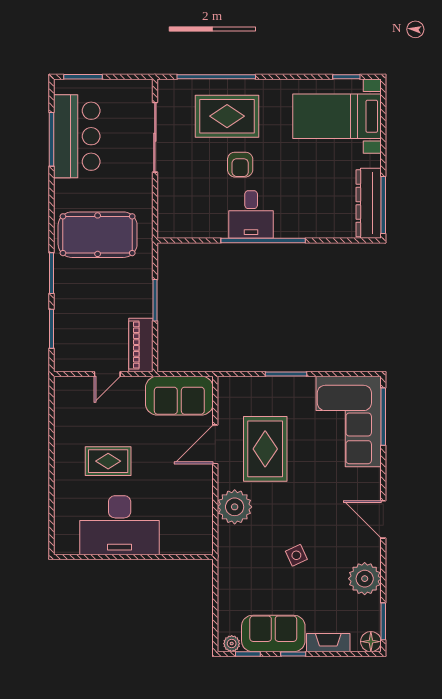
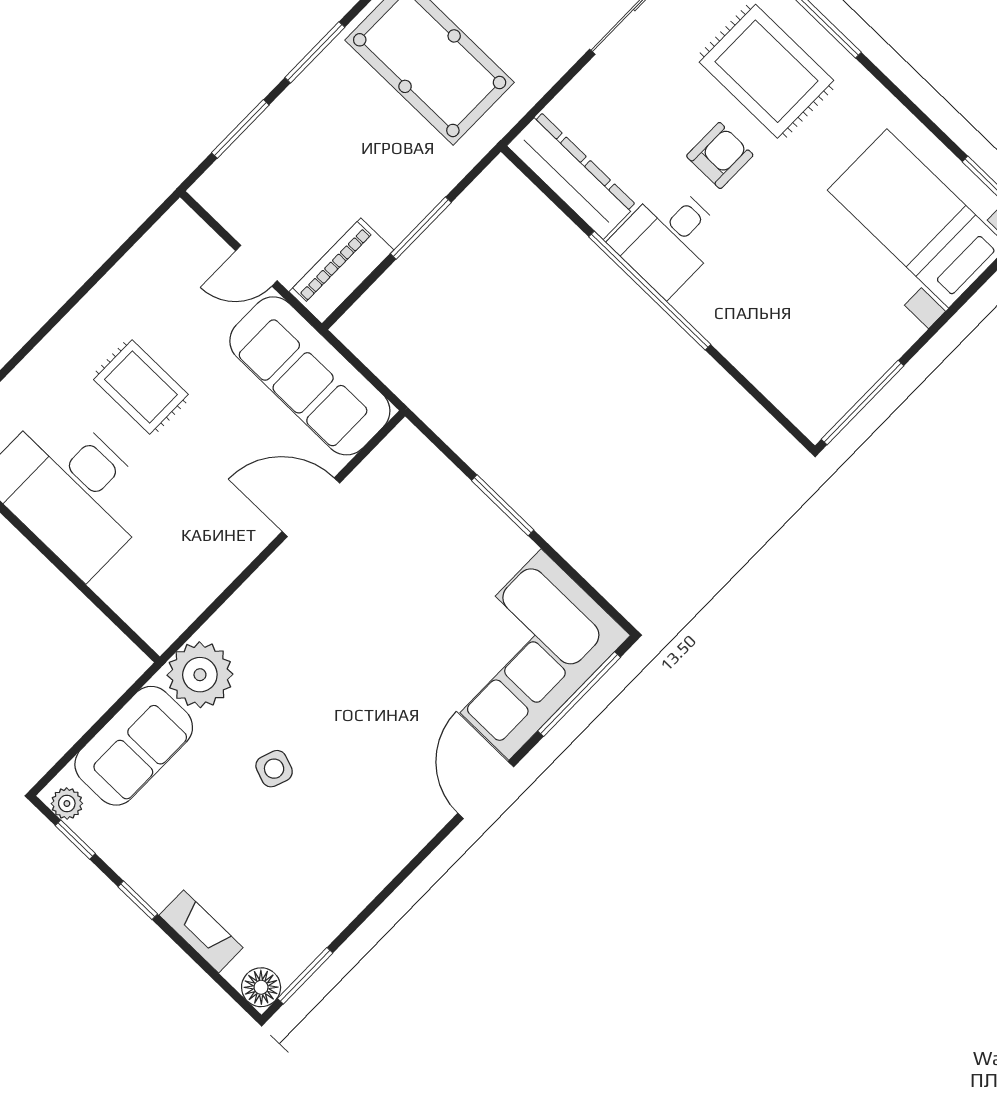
armchair: (240, 165) -> (720, 155), turned 180
dresser: (369, 203) -> (572, 176), moved, turned 90
sofa: (179, 396) -> (310, 376), width x1.36
rug: (265, 449) -> (374, 580), removed
plant: (235, 507) -> (200, 675), moved
door: (383, 519) -> (486, 790), moved
side table: (296, 555) -> (274, 769), turned 45
plant: (365, 579) -> (337, 892), removed
sofa: (273, 633) -> (134, 746), moved, turned 90

